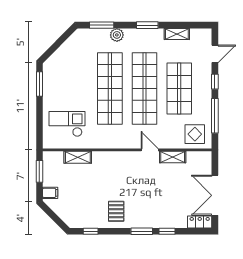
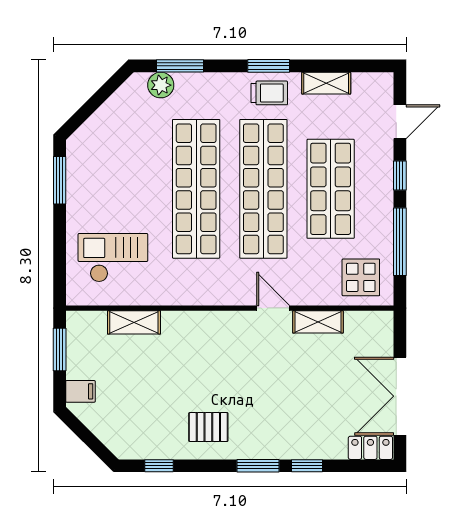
plant: (117, 35) -> (161, 85), moved
trolley: (148, 39) -> (269, 93), added
pallet: (116, 211) -> (208, 427), turned 90

